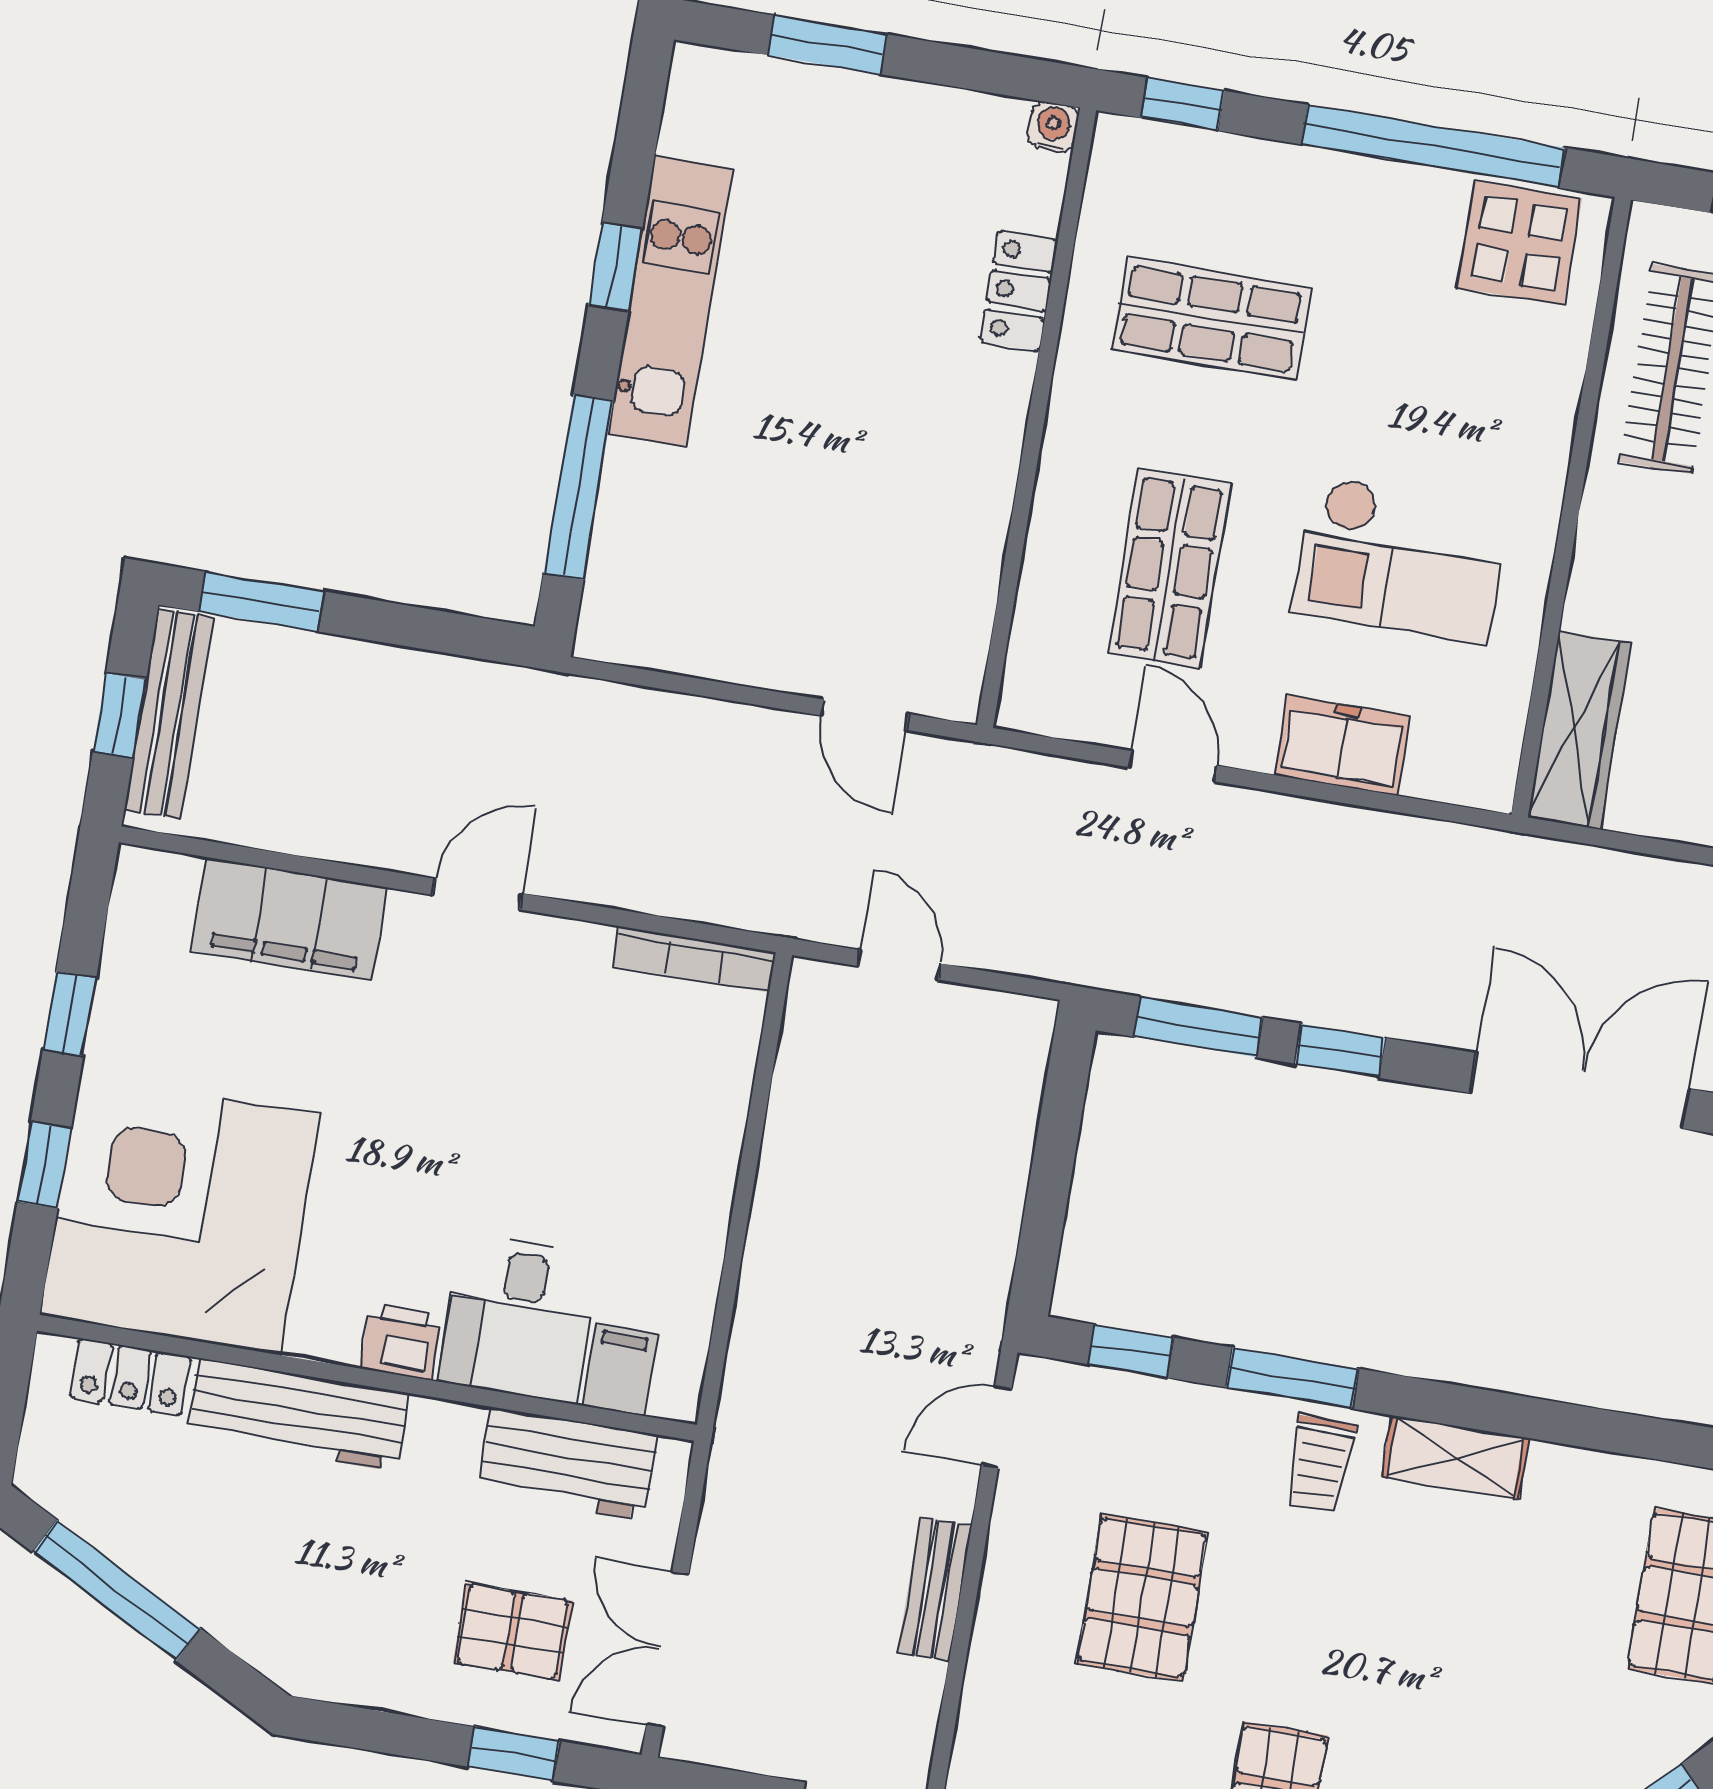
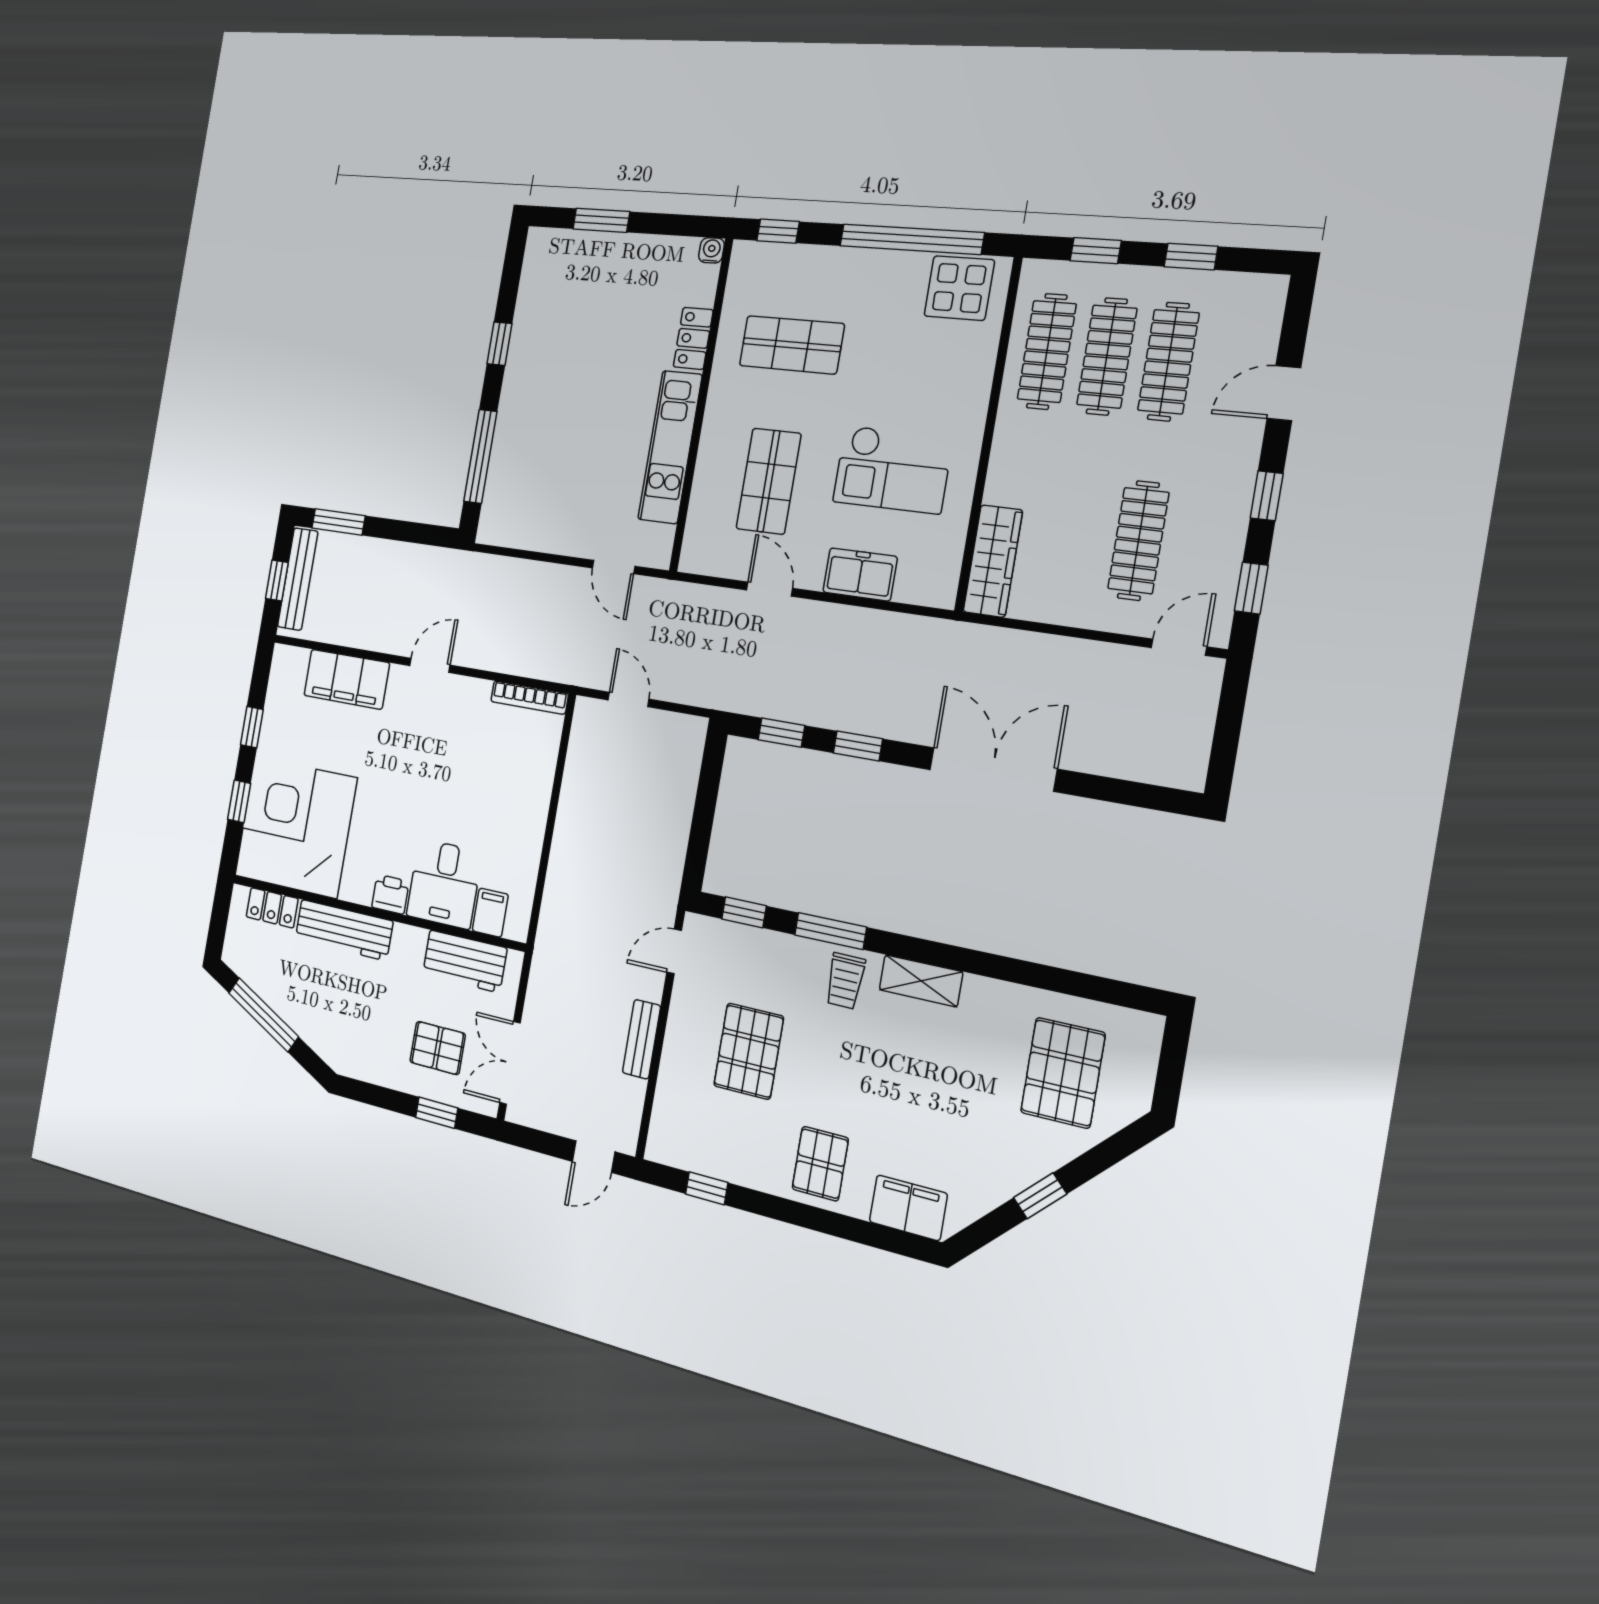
kitchen unit: (670, 301) -> (670, 447), moved, turned 180
window: (1198, 1027) -> (781, 733), width x0.67

